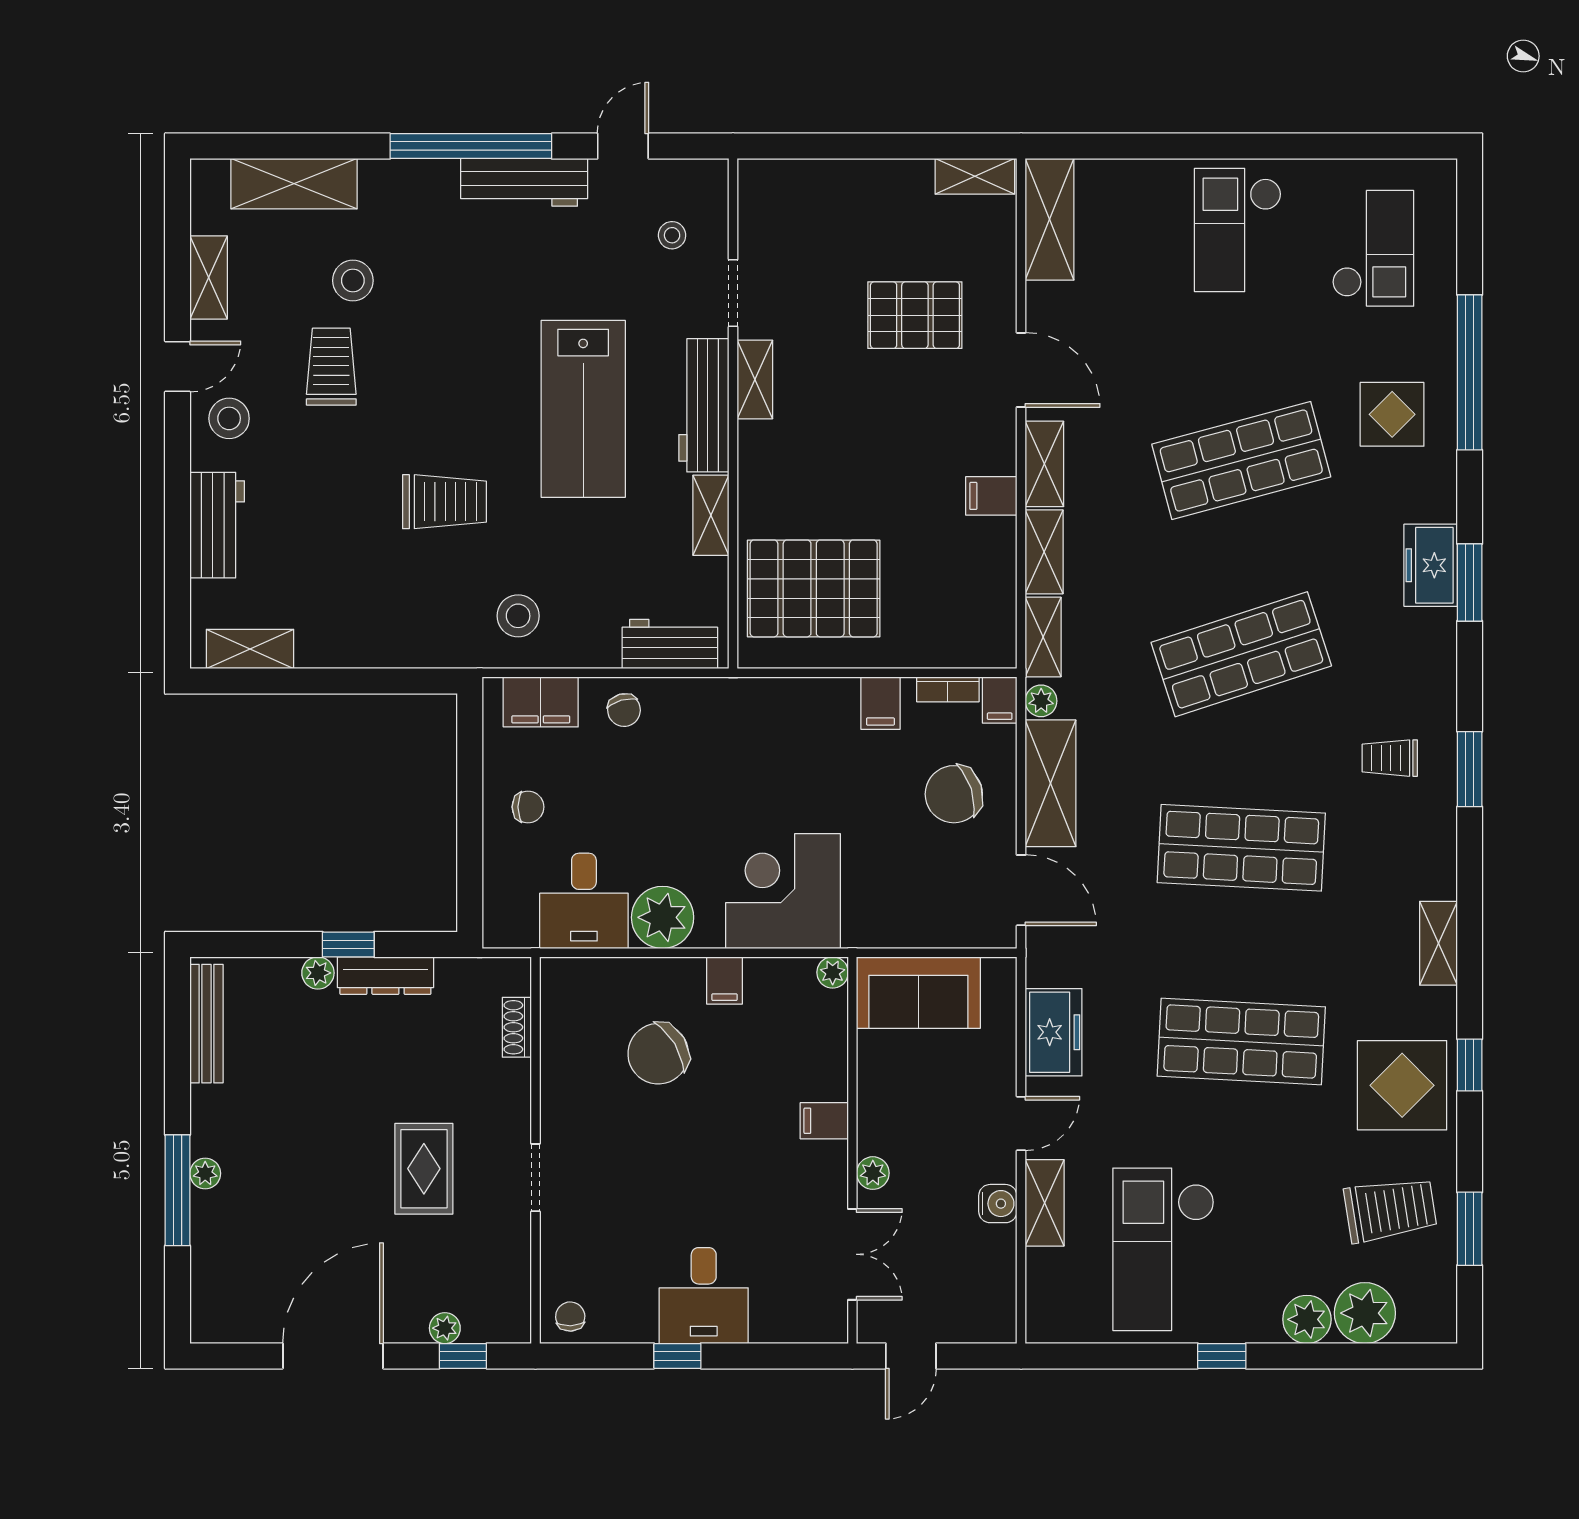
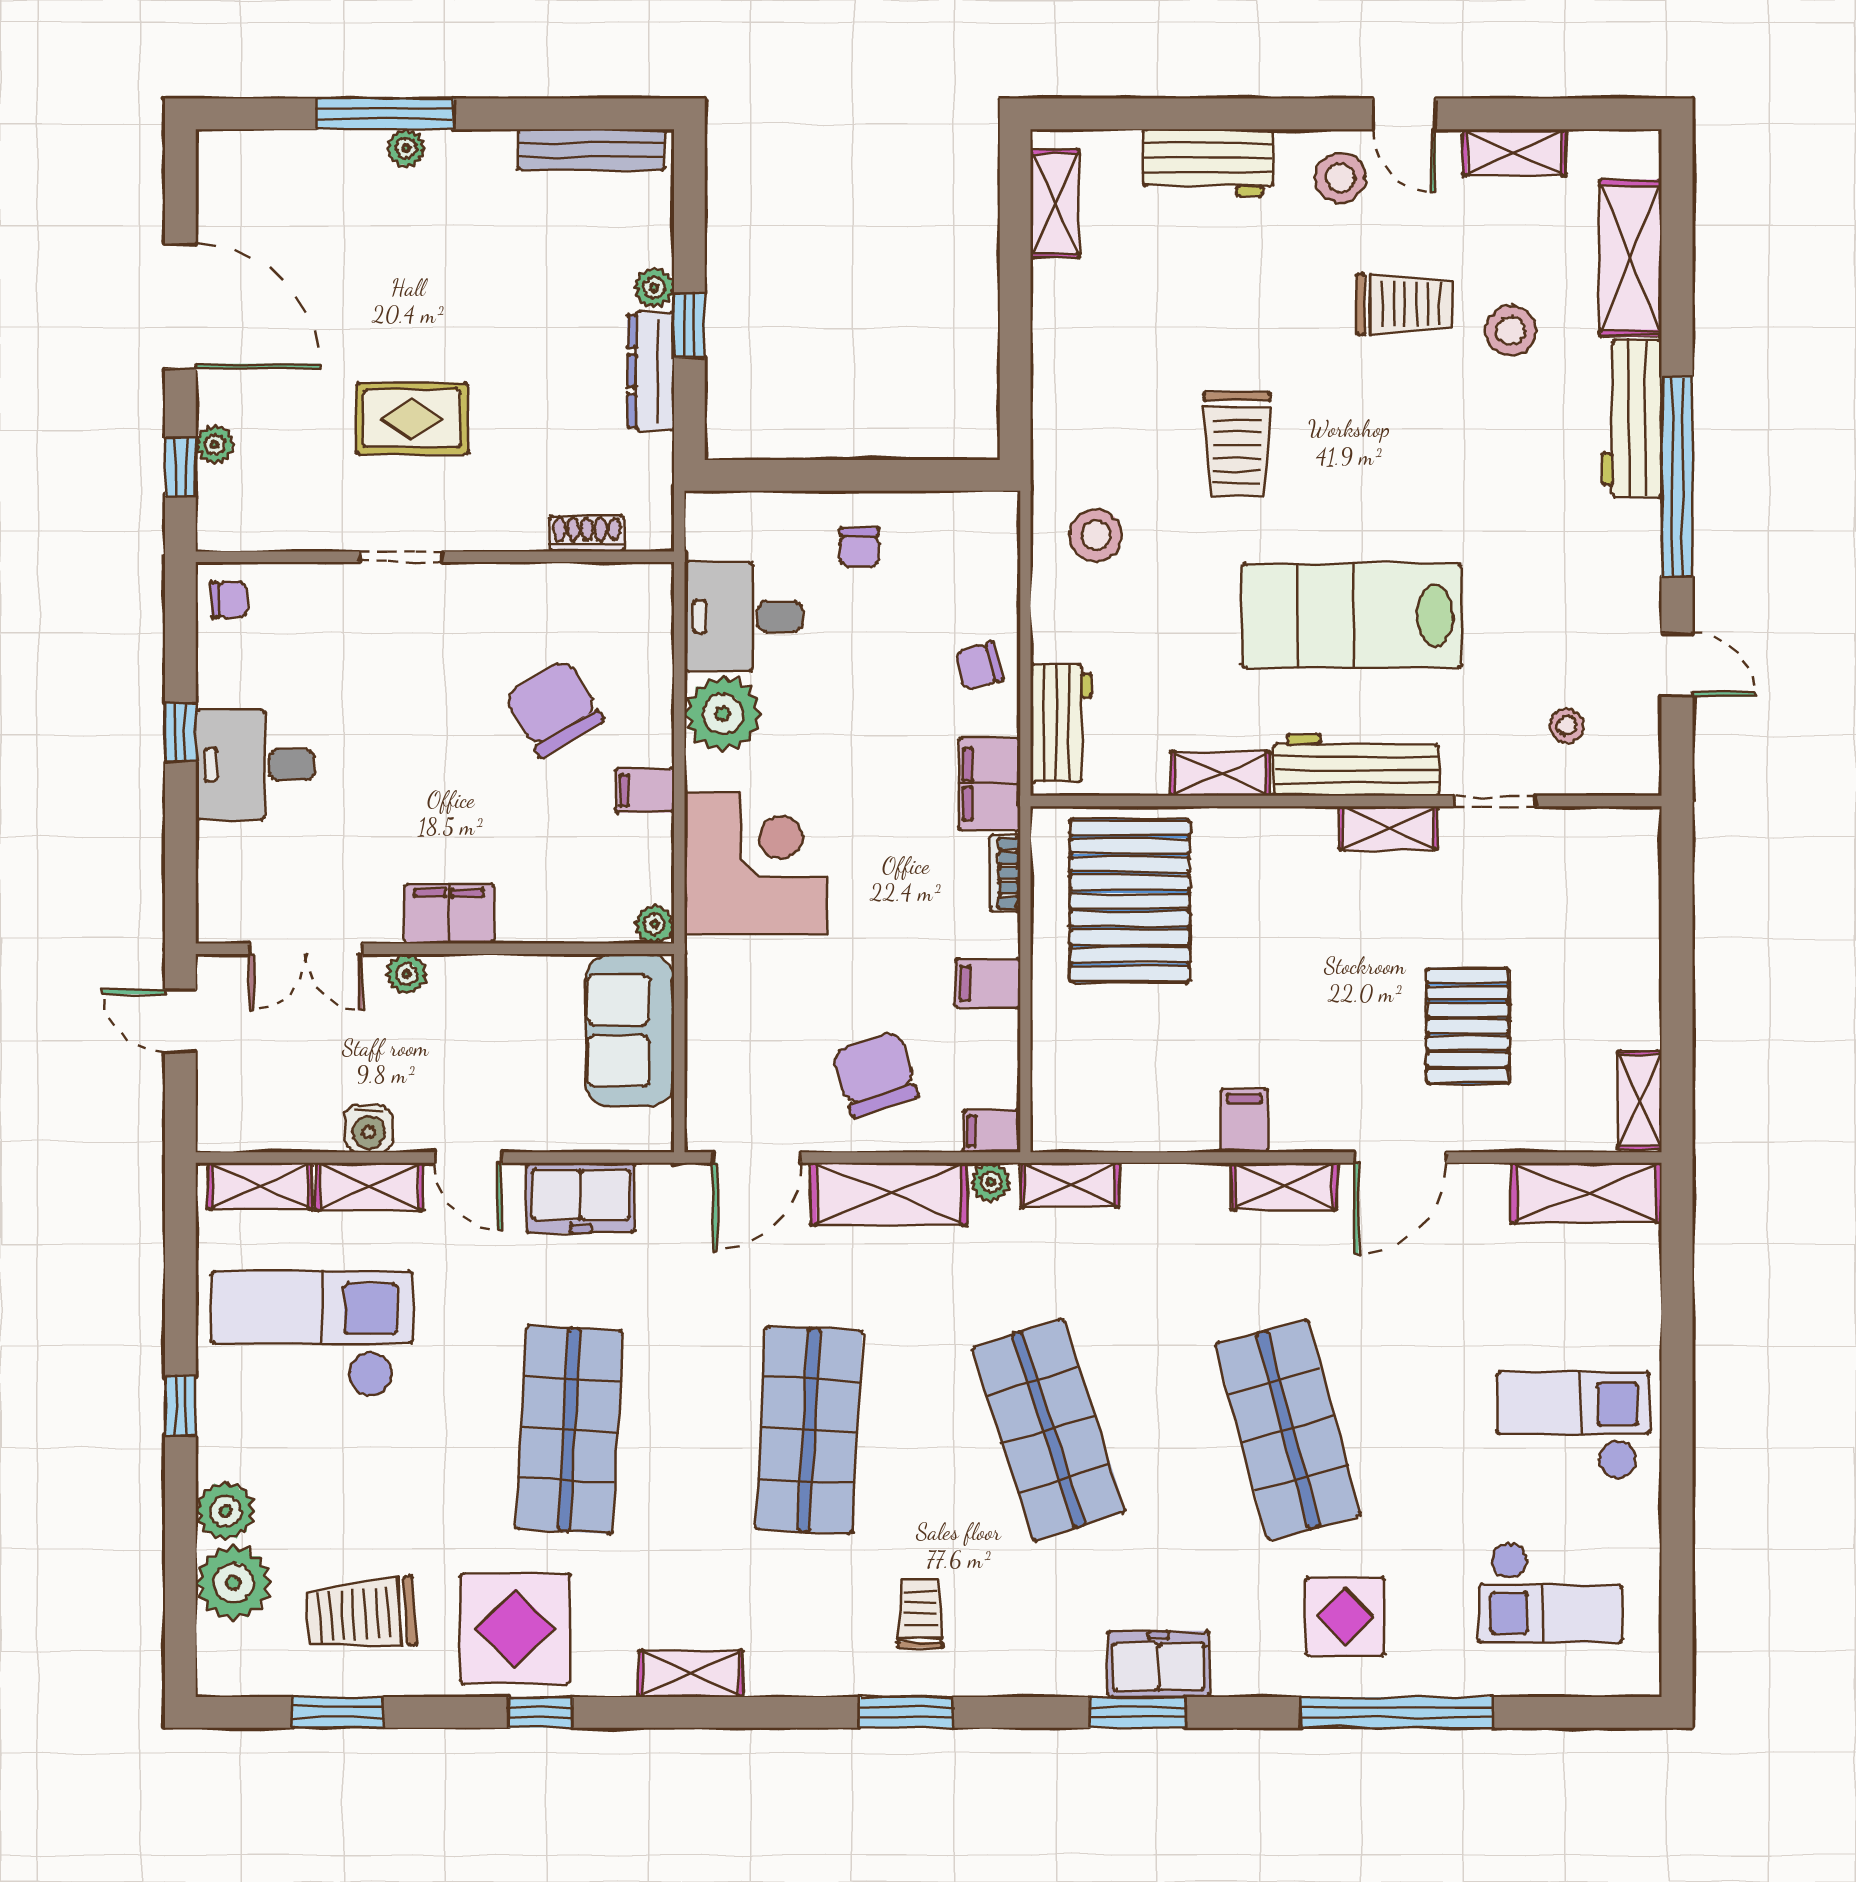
workbench: (524, 182) -> (1632, 419), moved
shelving: (1044, 552) -> (260, 1186), moved
bookcase: (948, 689) -> (1005, 873), moved
filing cabinet: (541, 702) -> (989, 784), moved
filing cabinet: (824, 1121) -> (449, 914), width x2.00
trolley: (1390, 1210) -> (361, 1614), turned 95

